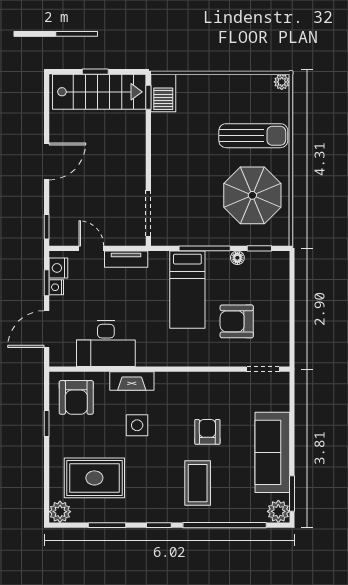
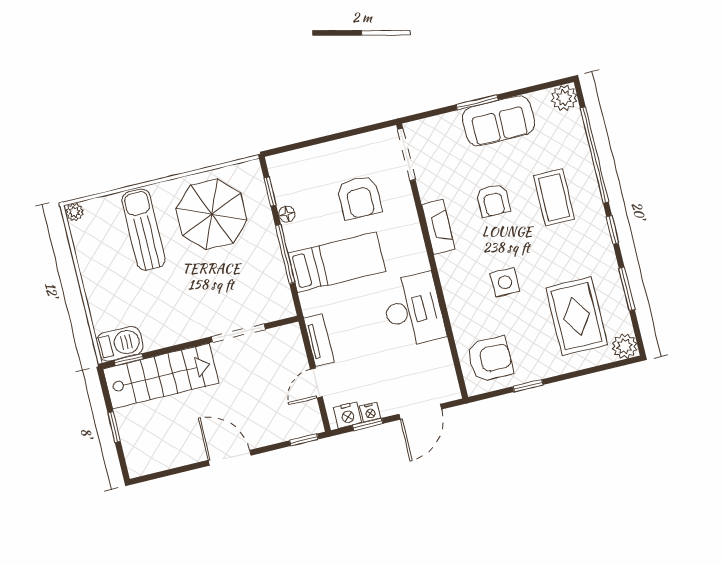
stairs: (99, 92) -> (161, 376), moved, turned 90
doorway: (148, 213) -> (238, 333), moved
door: (47, 329) -> (420, 412), hinge flipped
desk: (106, 344) -> (413, 310), moved
doorway: (263, 369) -> (406, 155), width x1.38
fireplace: (132, 381) -> (438, 227), moved
armchair: (207, 432) -> (493, 200), turned -90
sofa: (272, 452) -> (499, 121), width x0.73
coffee table: (198, 483) -> (554, 197), turned 90
window: (292, 493) -> (477, 102), moved

